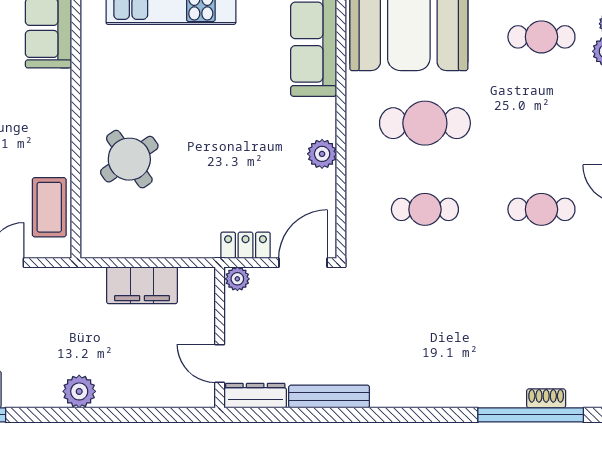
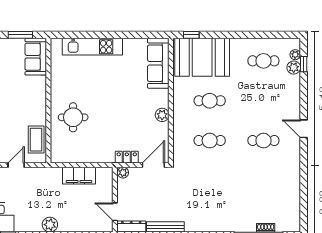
cafe table: (425, 123) -> (210, 101), width x0.73, depth x0.74
round table: (129, 159) -> (73, 117), turned 35

